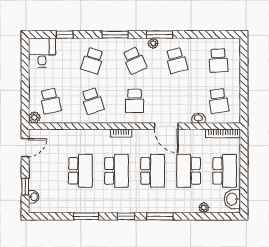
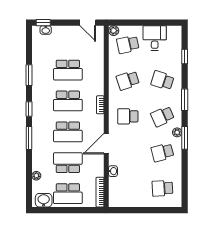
desk: (42, 53) -> (155, 38), moved, turned -90
school desk: (218, 101) -> (128, 188), removed
window: (25, 187) -> (43, 23), moved

